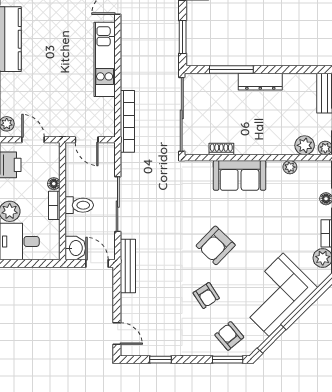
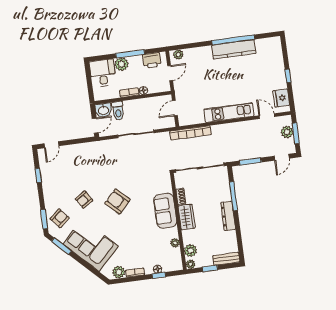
wardrobe: (253, 144) -> (187, 217), added
toilet: (79, 205) -> (118, 111), moved
bench: (128, 266) -> (96, 146), removed

